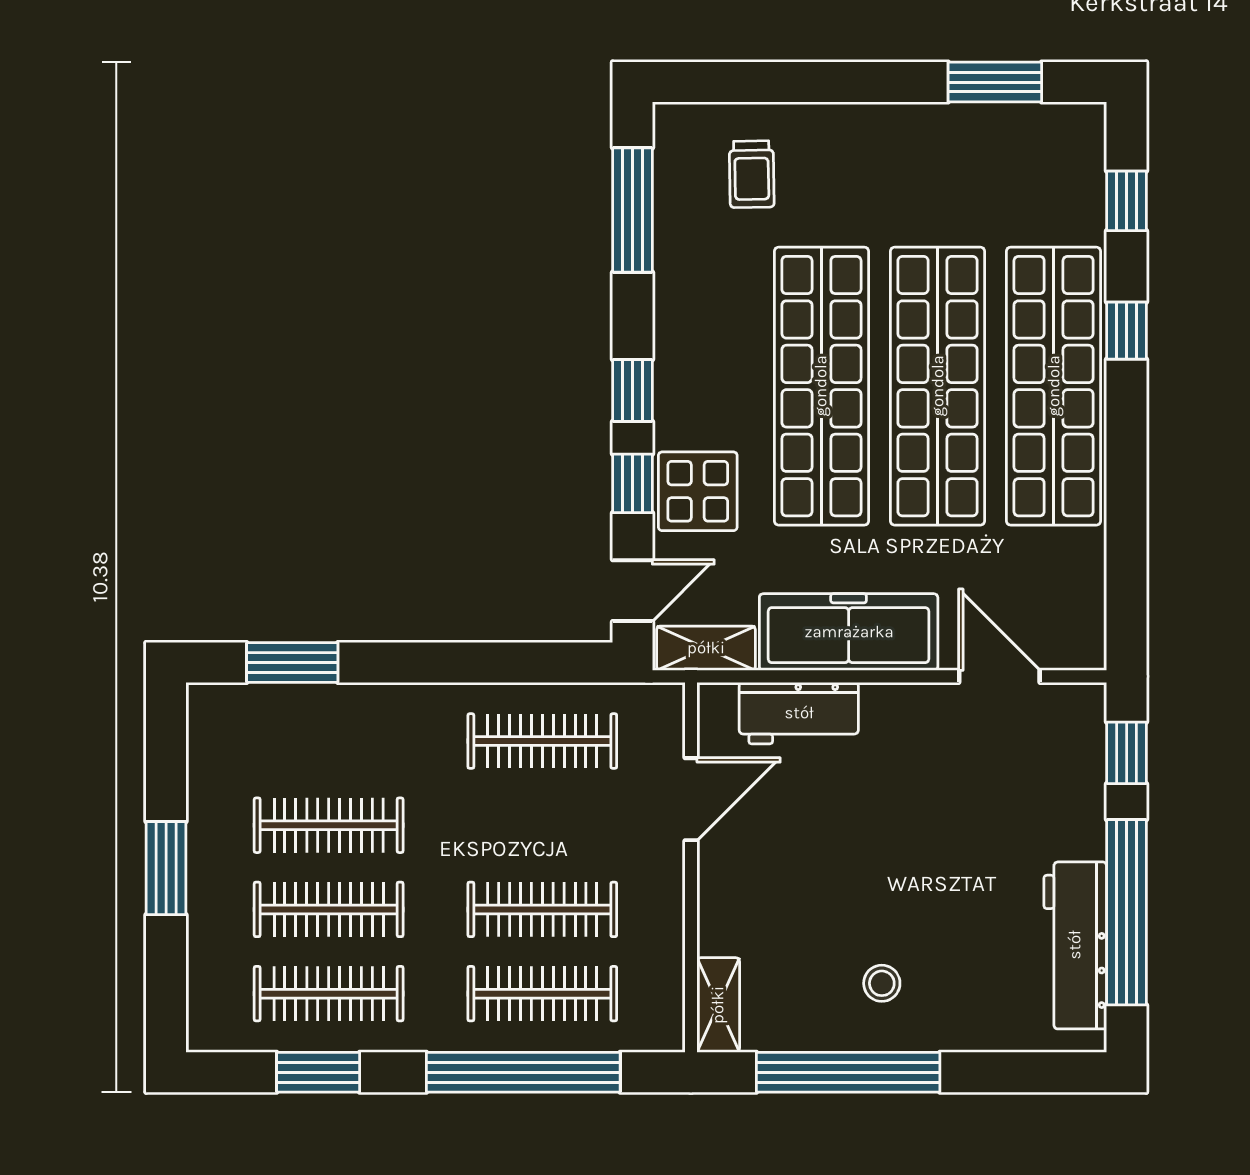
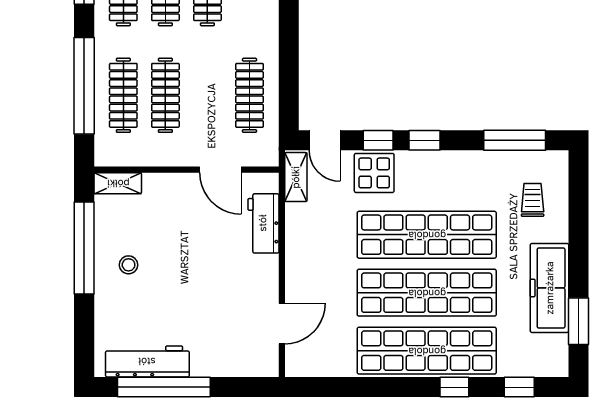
trolley: (752, 174) -> (533, 200), turned 91
freezer: (849, 632) -> (550, 288), moved, turned 180
window: (1127, 753) -> (244, 387), removed

